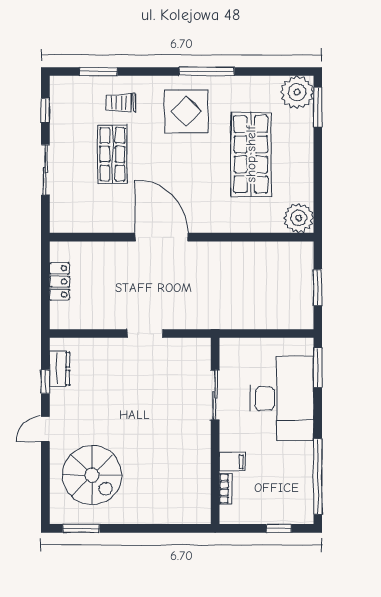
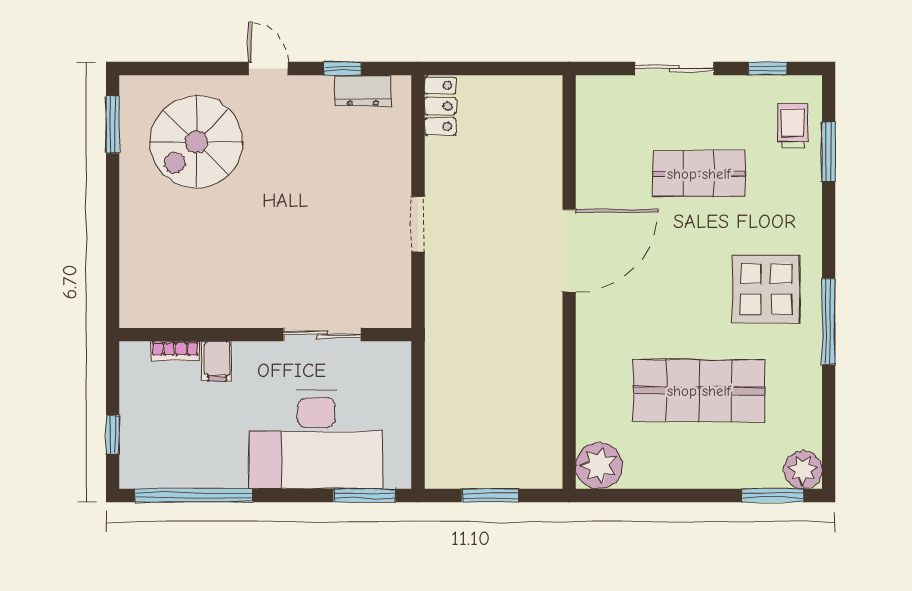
plant: (297, 92) -> (803, 470), width x0.73, depth x0.73
trolley: (121, 103) -> (793, 126), moved
locker: (59, 282) -> (440, 106), moved, turned -90

